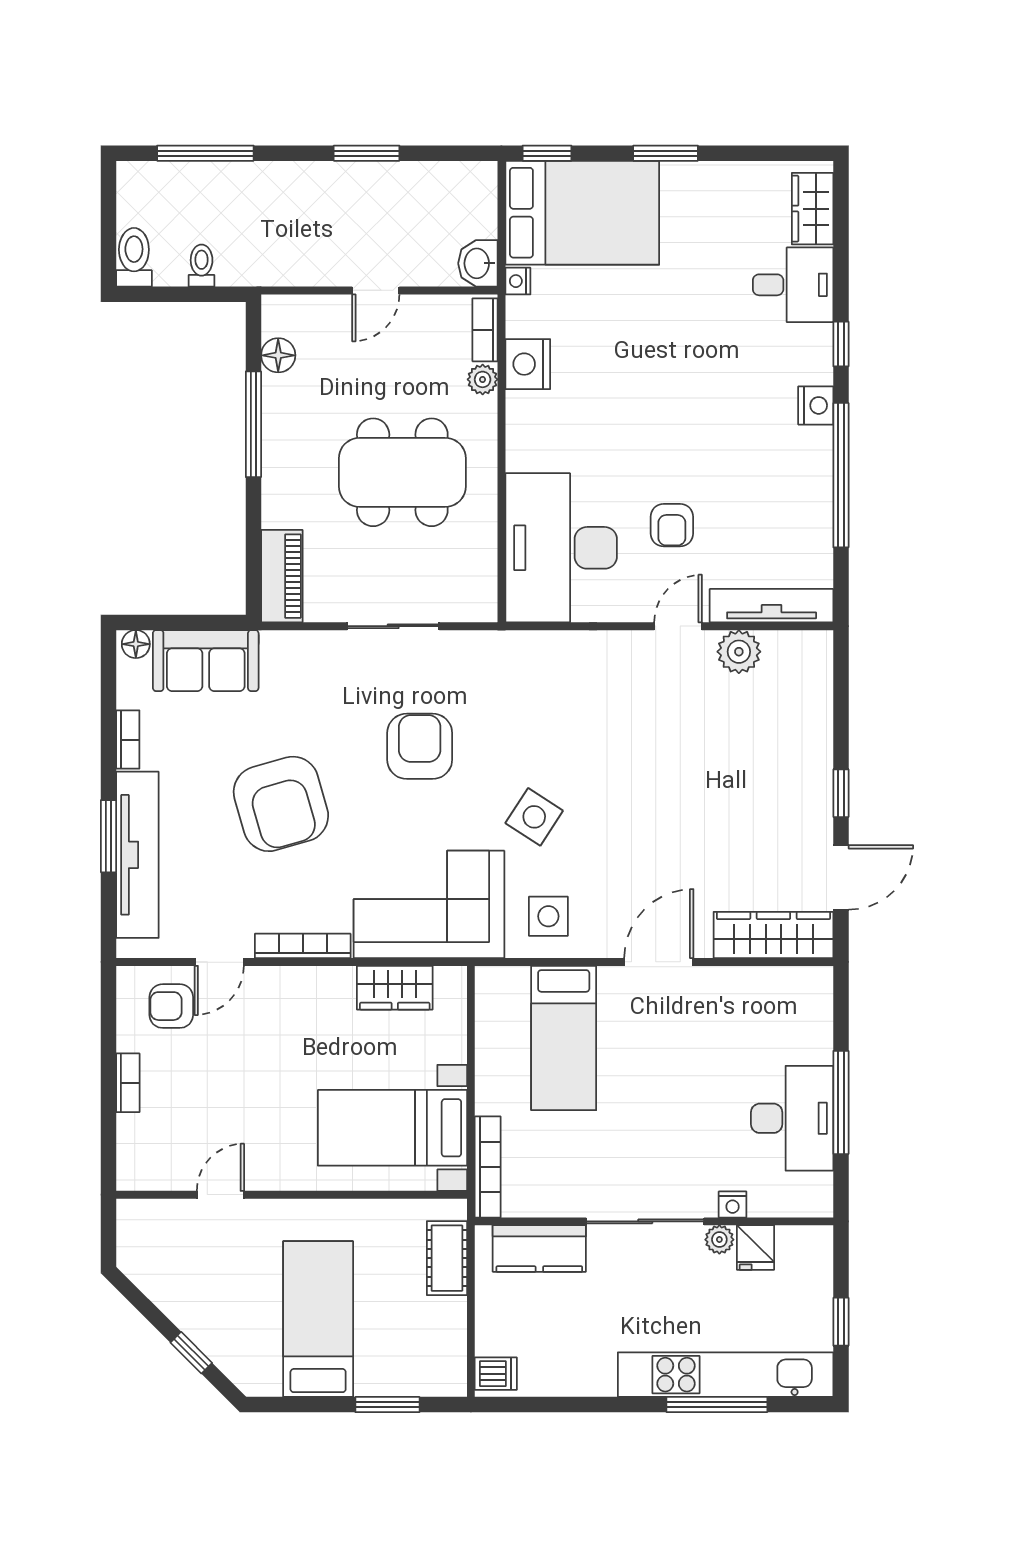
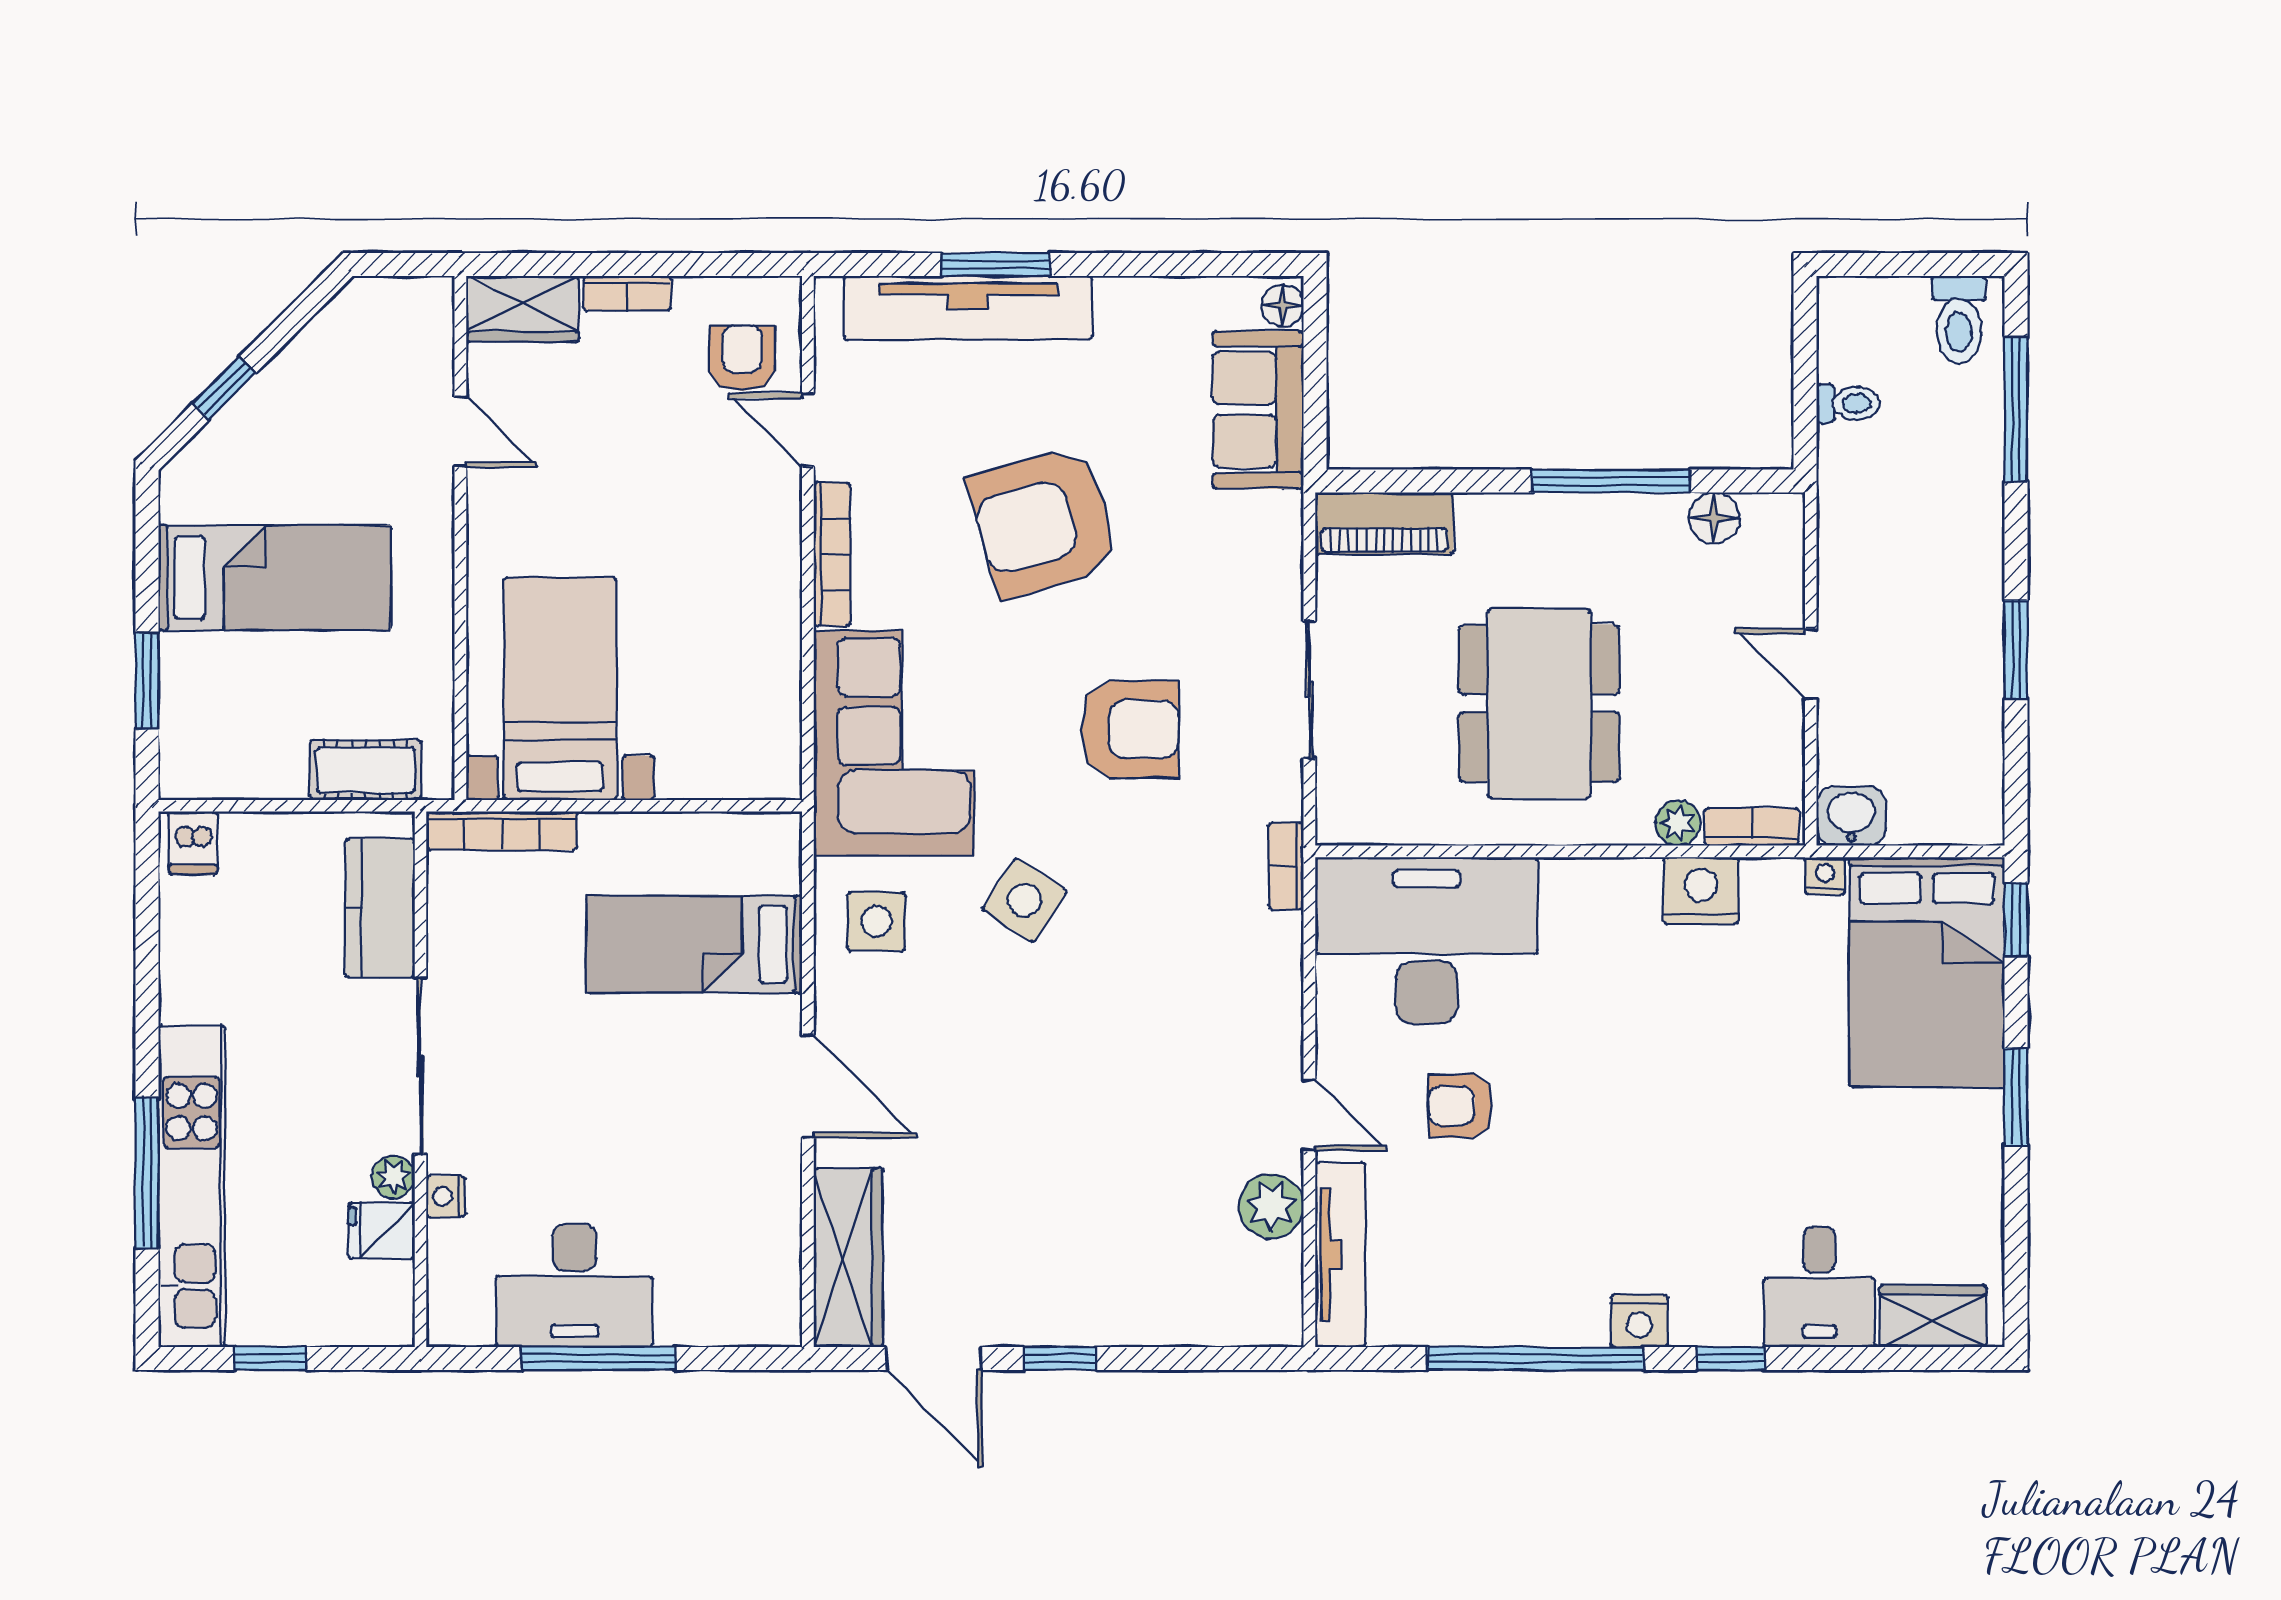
toilet: (134, 257) -> (1959, 320), moved, turned 90
bookcase: (128, 740) -> (1286, 866), moved, turned 90
wardrobe: (395, 988) -> (523, 309), moved, turned -90

